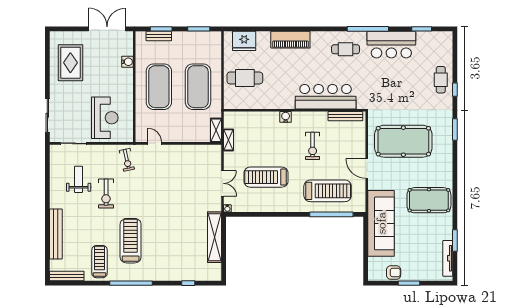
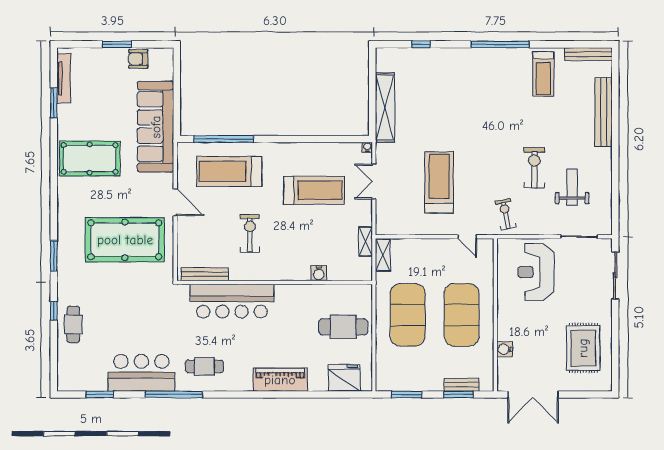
water cooler: (286, 117) -> (319, 273), moved
weight bench: (79, 179) -> (572, 187), turned 180
treadmill: (131, 241) -> (439, 182), moved, turned 180

